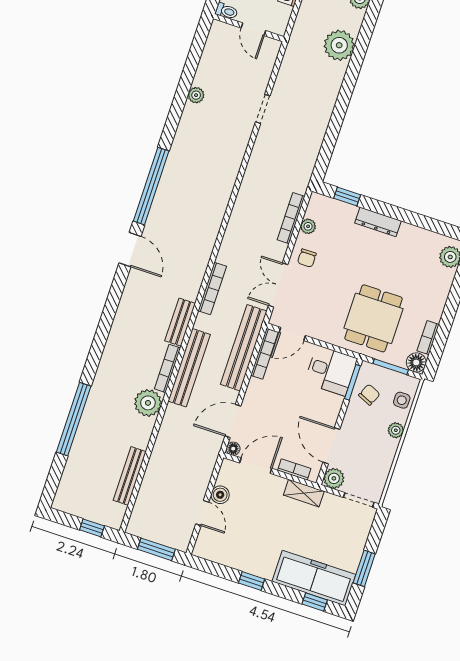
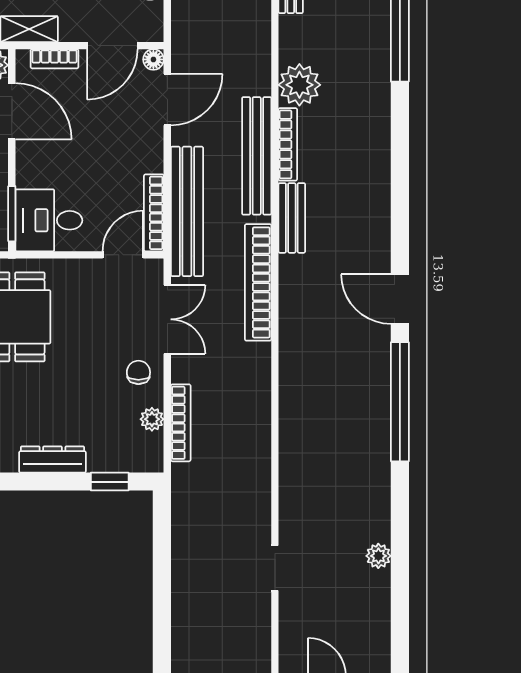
bookcase: (212, 288) -> (258, 282), width x1.48, depth x1.31

